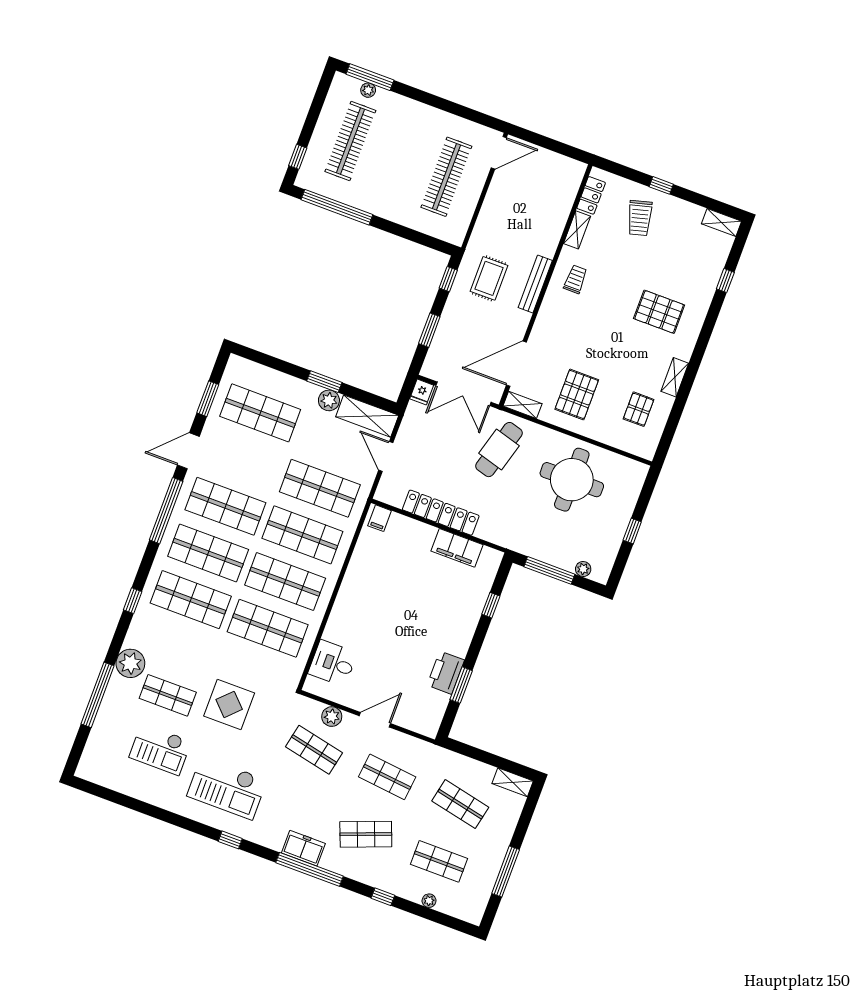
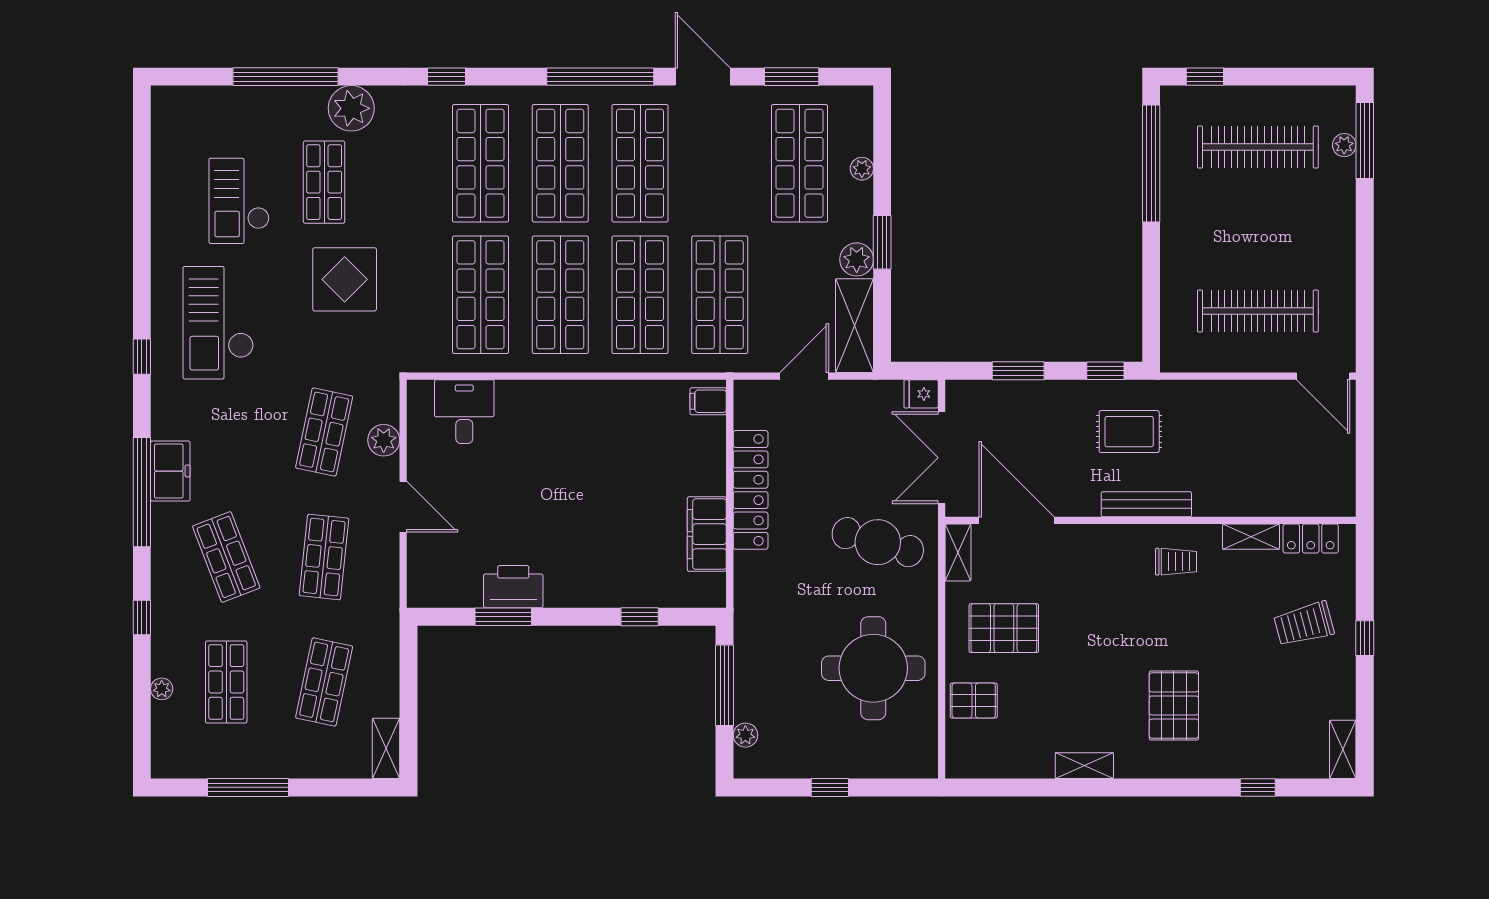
plant: (277, 378) -> (862, 169), added
pallet: (639, 409) -> (974, 701), moved

